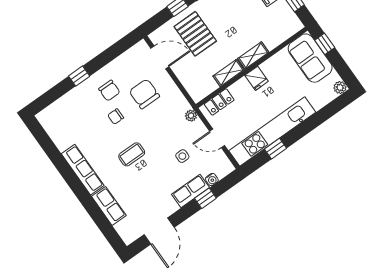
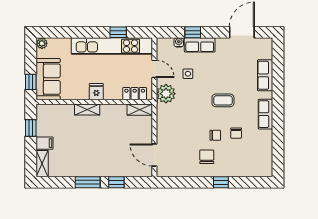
pallet: (195, 34) -> (117, 154), removed
shelving: (229, 73) -> (140, 110), moved
chair: (144, 94) -> (236, 133), moved, width x0.54, depth x0.54
plant: (191, 116) -> (166, 94), width x1.88, depth x1.88
row of seats: (83, 170) -> (265, 114), width x0.68

